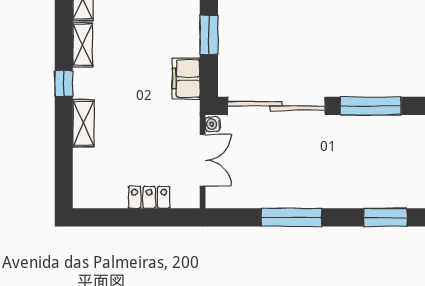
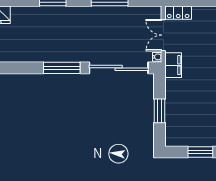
filing cabinet: (186, 79) -> (173, 65), moved
locker: (149, 197) -> (178, 13), moved

